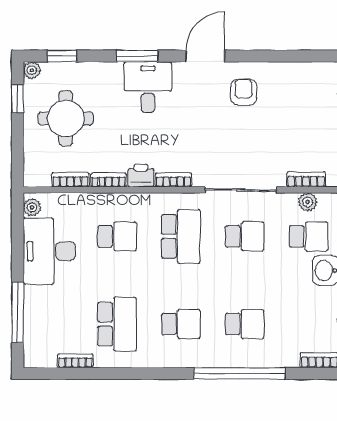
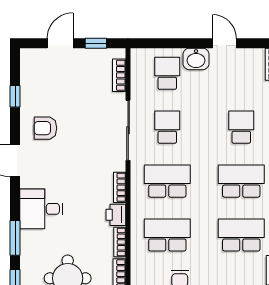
window: (137, 56) -> (15, 238), moved
window: (281, 56) -> (15, 96), added
plant: (308, 202) -> (138, 74), removed
school desk: (117, 236) -> (167, 235), width x1.85
school desk: (181, 324) -> (241, 181), width x1.85

